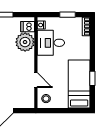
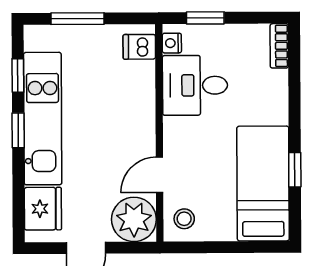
window: (68, 15) -> (205, 18), moved
plant: (25, 42) -> (134, 219), moved
door: (36, 80) -> (160, 175), swing flipped

